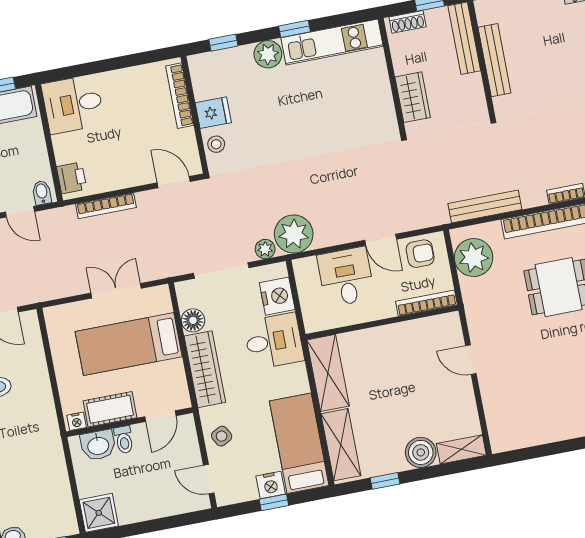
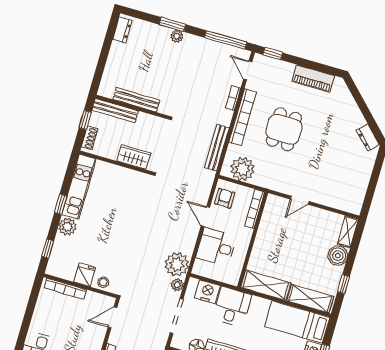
door: (381, 240) -> (205, 217), swing flipped

